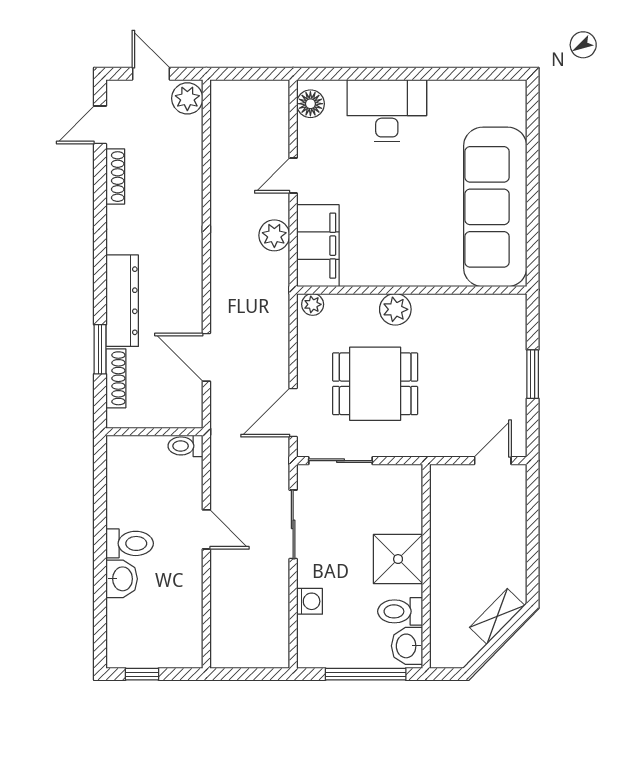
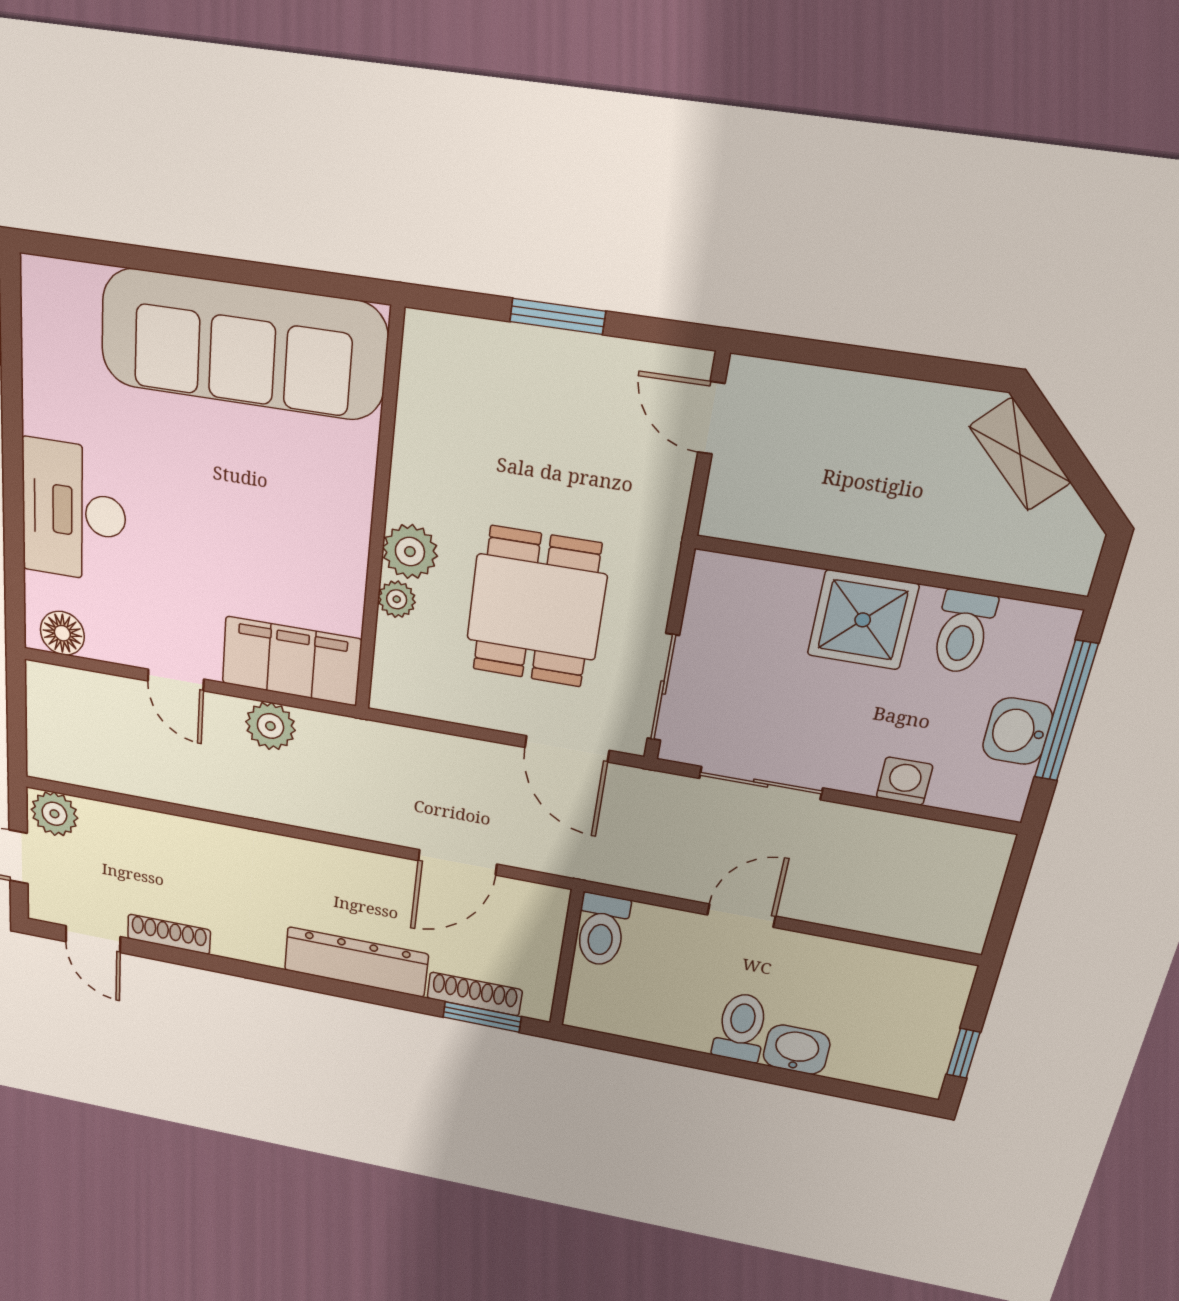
plant: (313, 304) -> (397, 599), moved
window: (100, 349) -> (482, 1017), moved
toilet: (185, 446) -> (602, 930), width x1.37, depth x1.39
washbasin: (407, 646) -> (1017, 731), moved, turned 90

